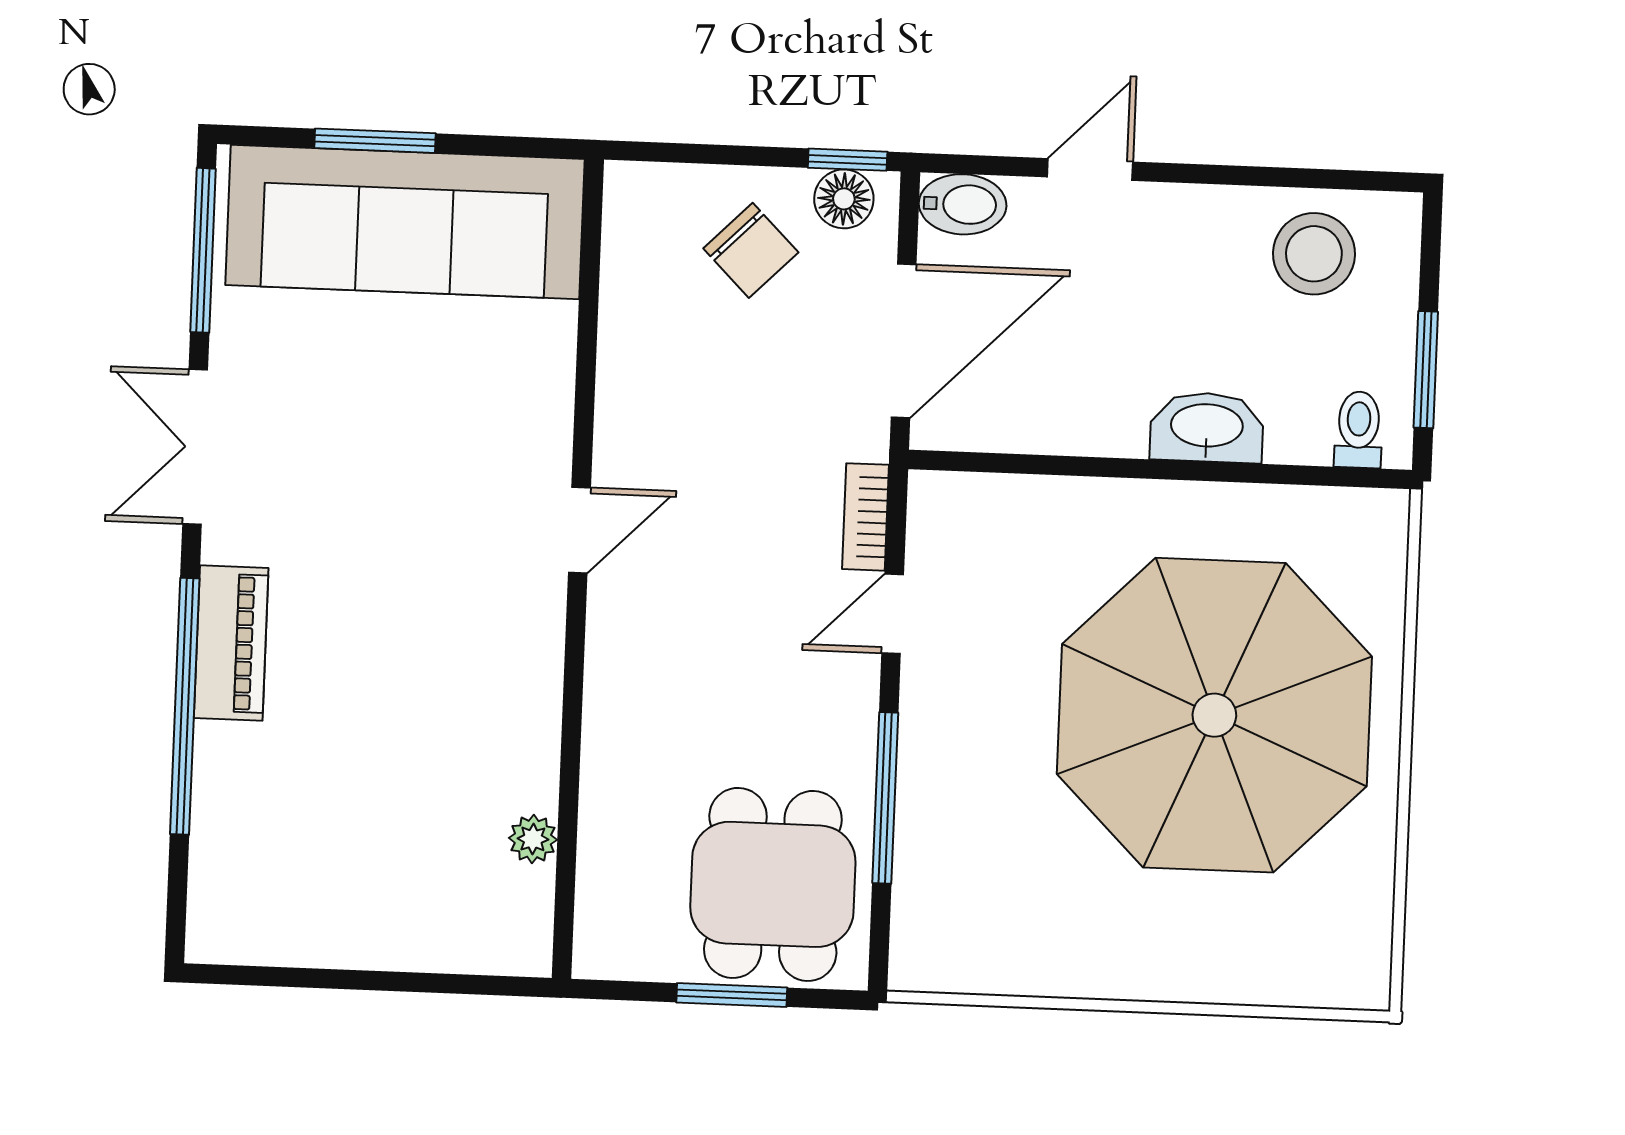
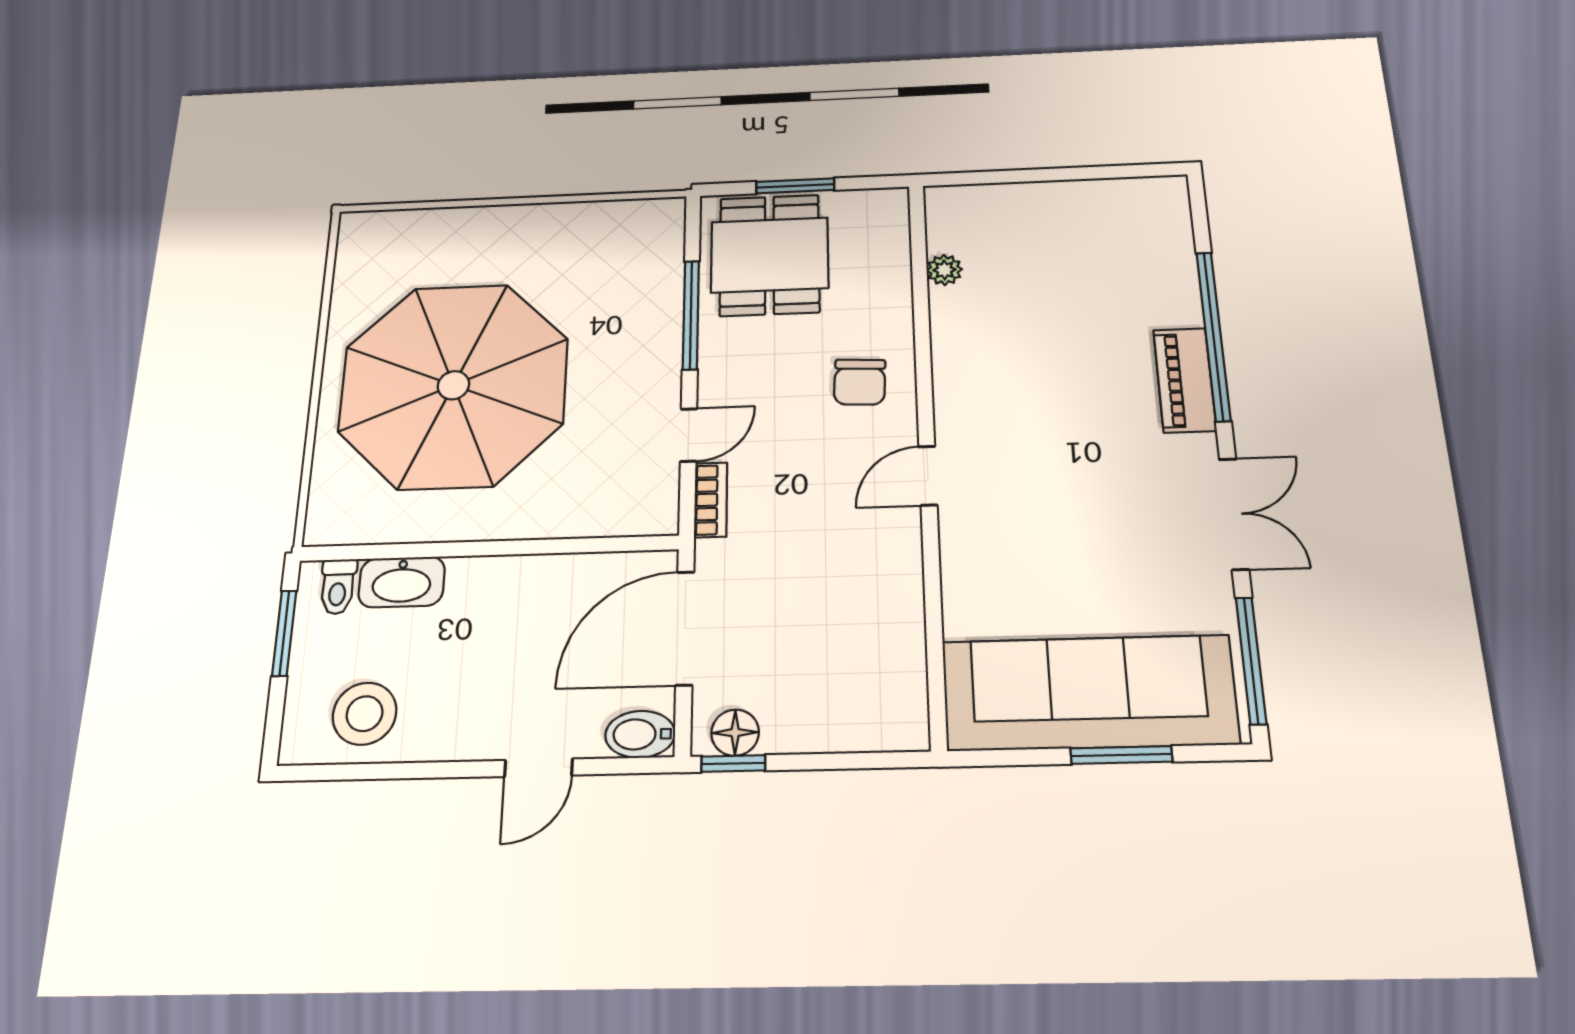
chair: (751, 250) -> (860, 382), moved, turned -132
washbasin: (1207, 427) -> (402, 582), moved

